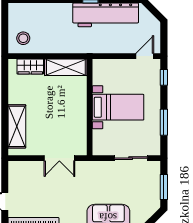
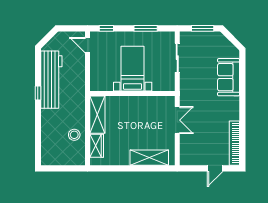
stool: (23, 38) -> (74, 135), moved

